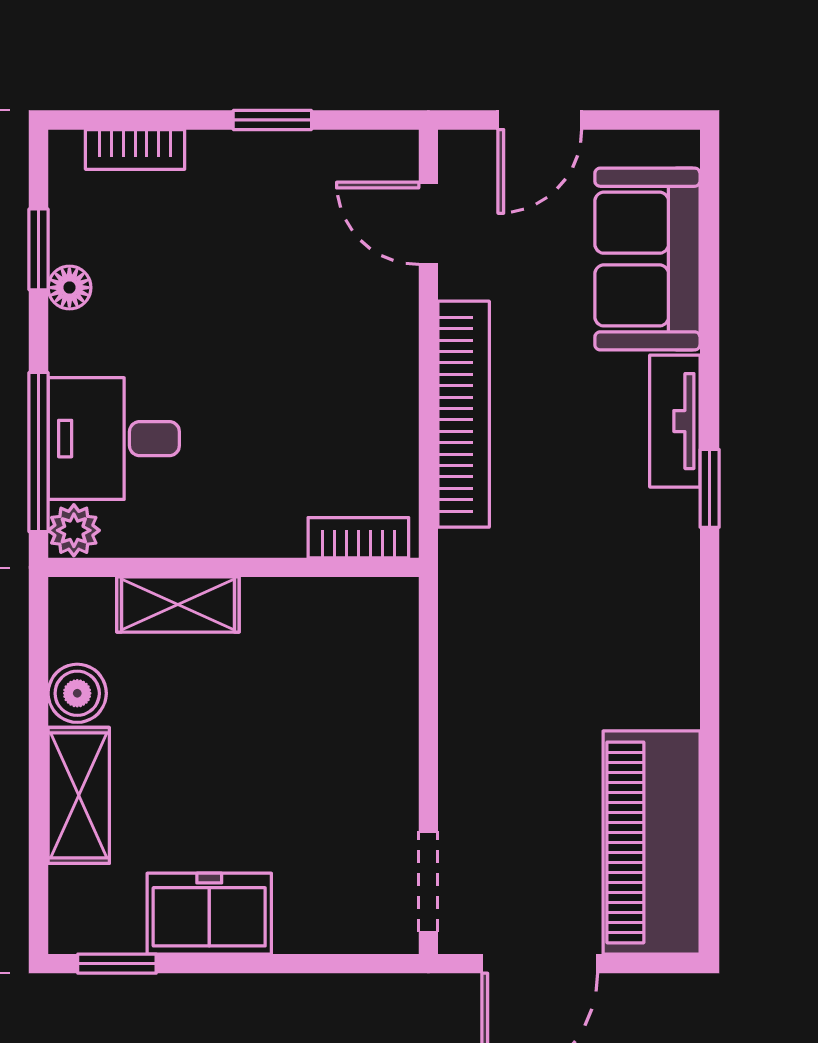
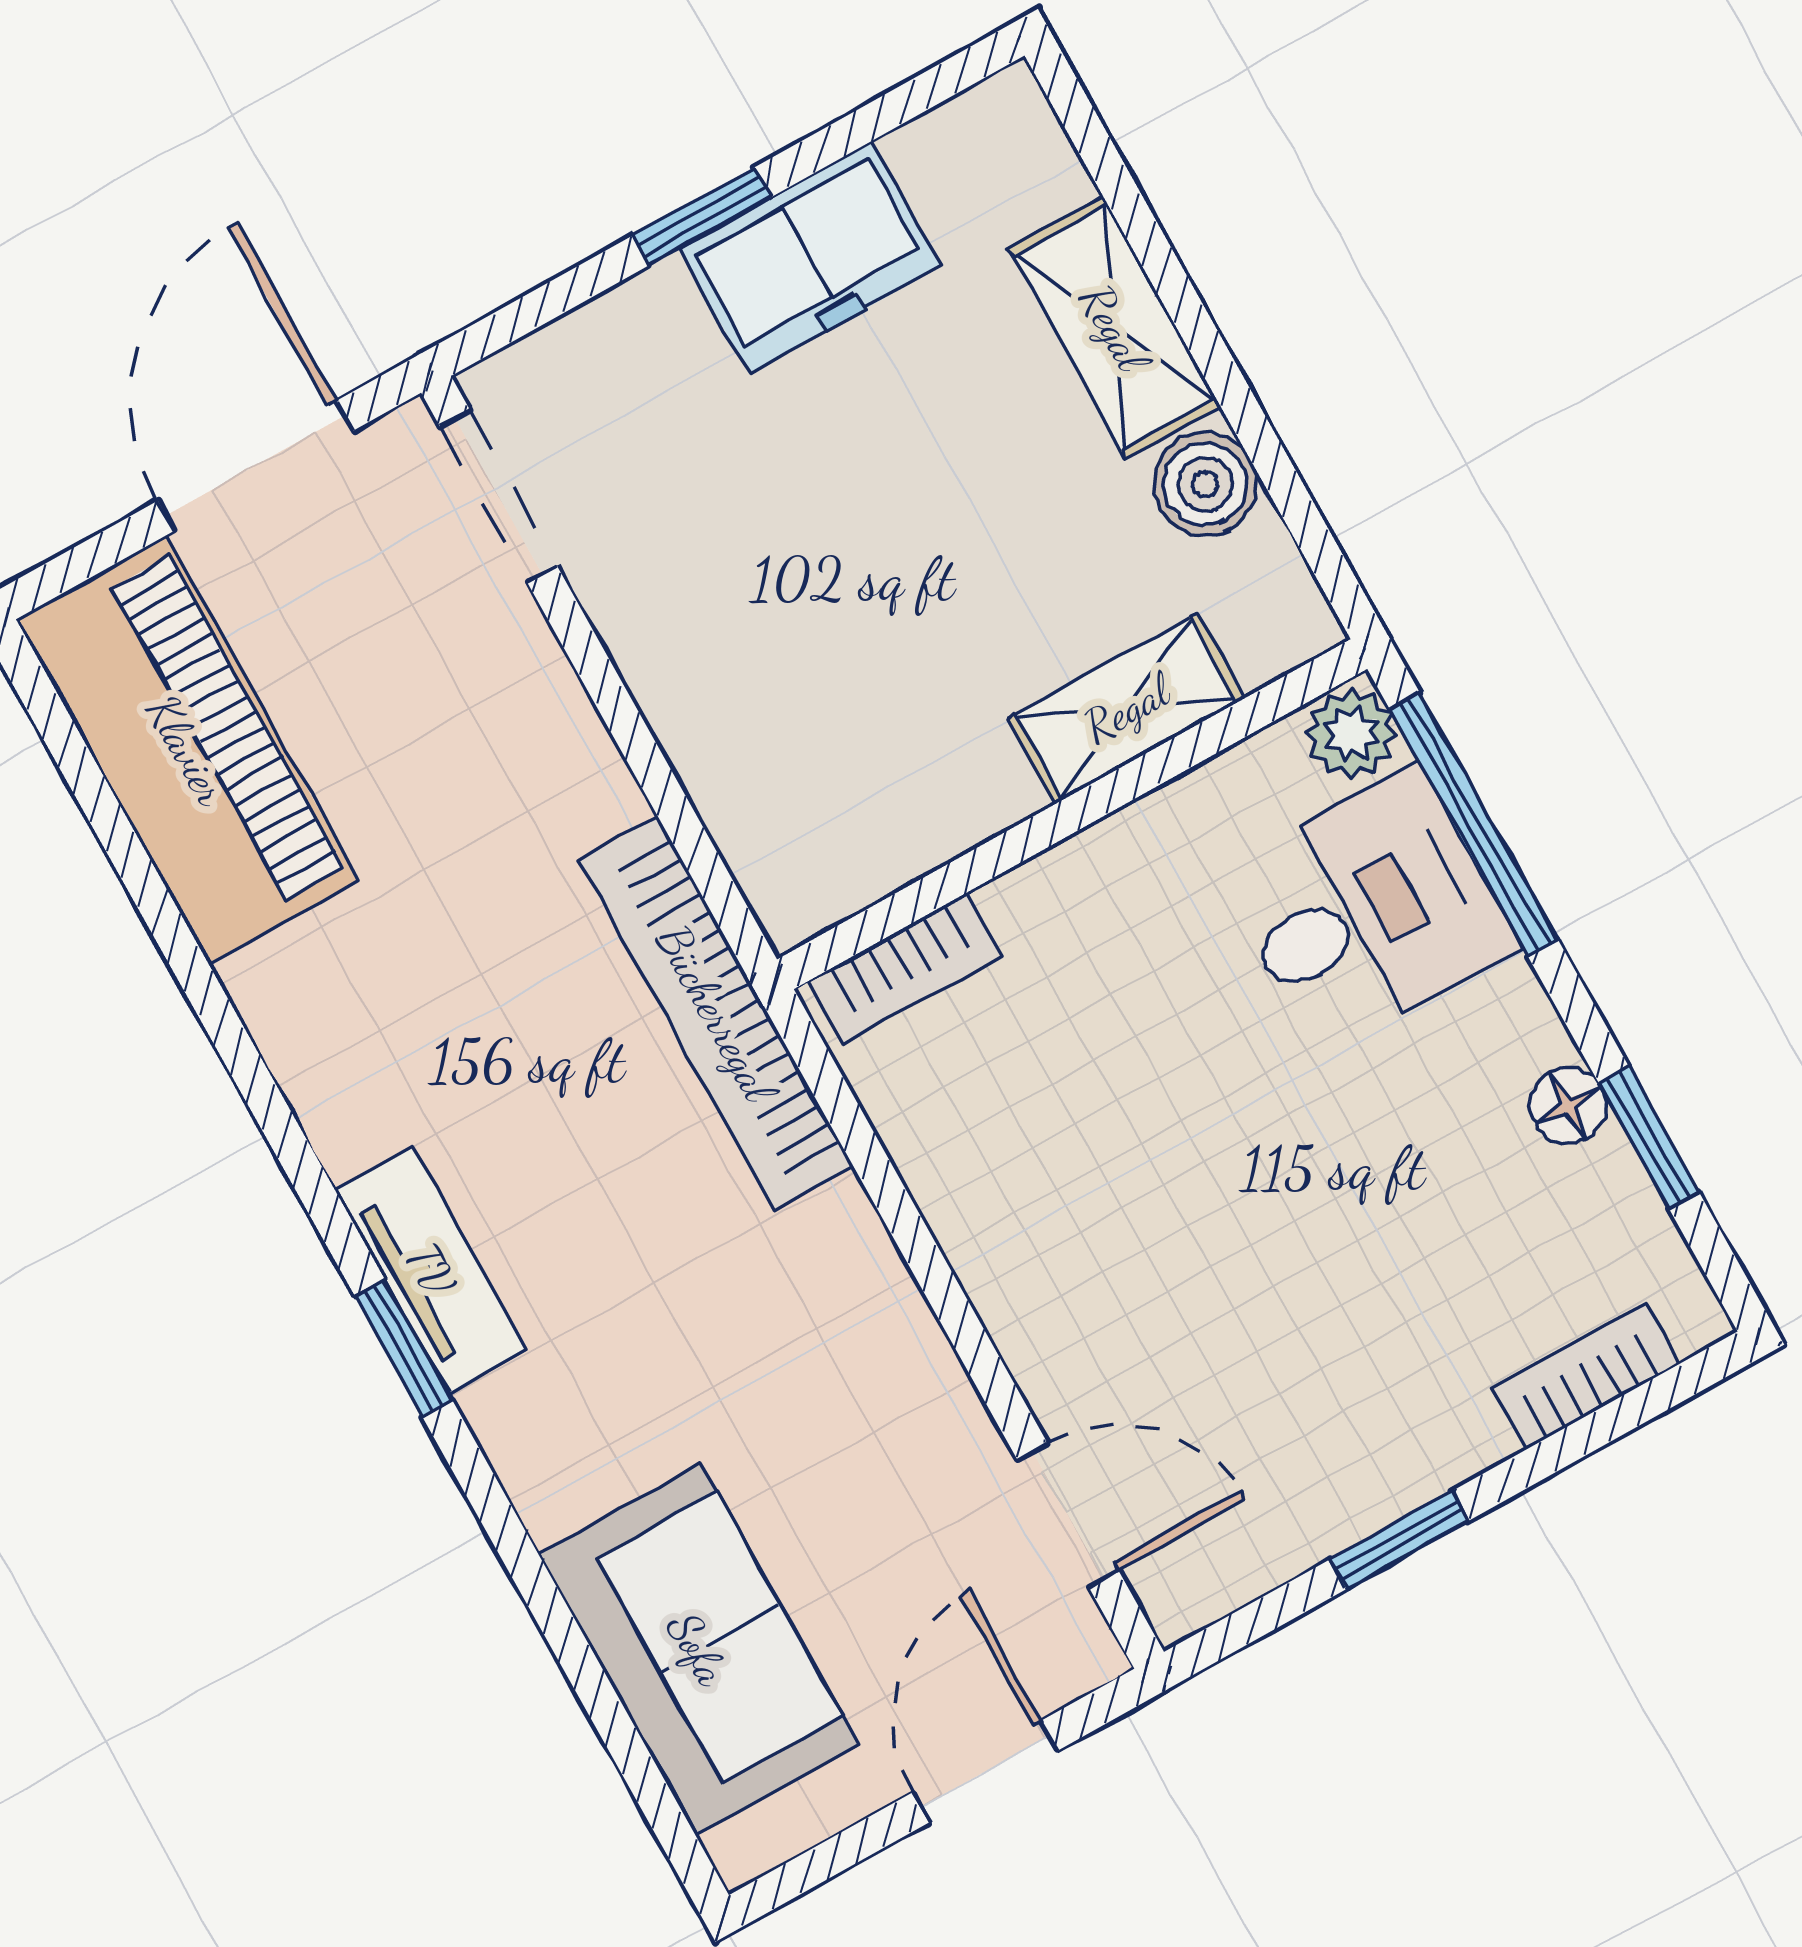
bookcase: (464, 414) -> (716, 1013), moved
tv unit: (675, 421) -> (431, 1270), moved
window: (117, 964) -> (702, 216), moved

